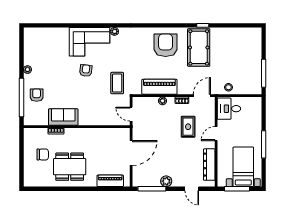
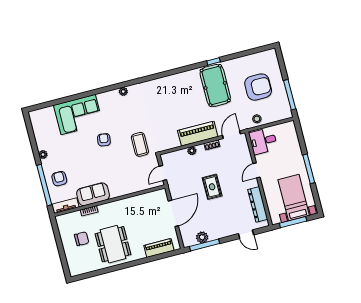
corner sofa: (89, 42) -> (78, 115), moved
armchair: (166, 45) -> (258, 87), moved, turned 90
piano: (159, 87) -> (198, 134), moved
door: (131, 114) -> (163, 173), hinge flipped
tv unit: (36, 121) -> (65, 206), added
rug: (188, 127) -> (212, 187), moved
dining table: (70, 167) -> (113, 244), turned 90
plant: (166, 181) -> (202, 237), moved

